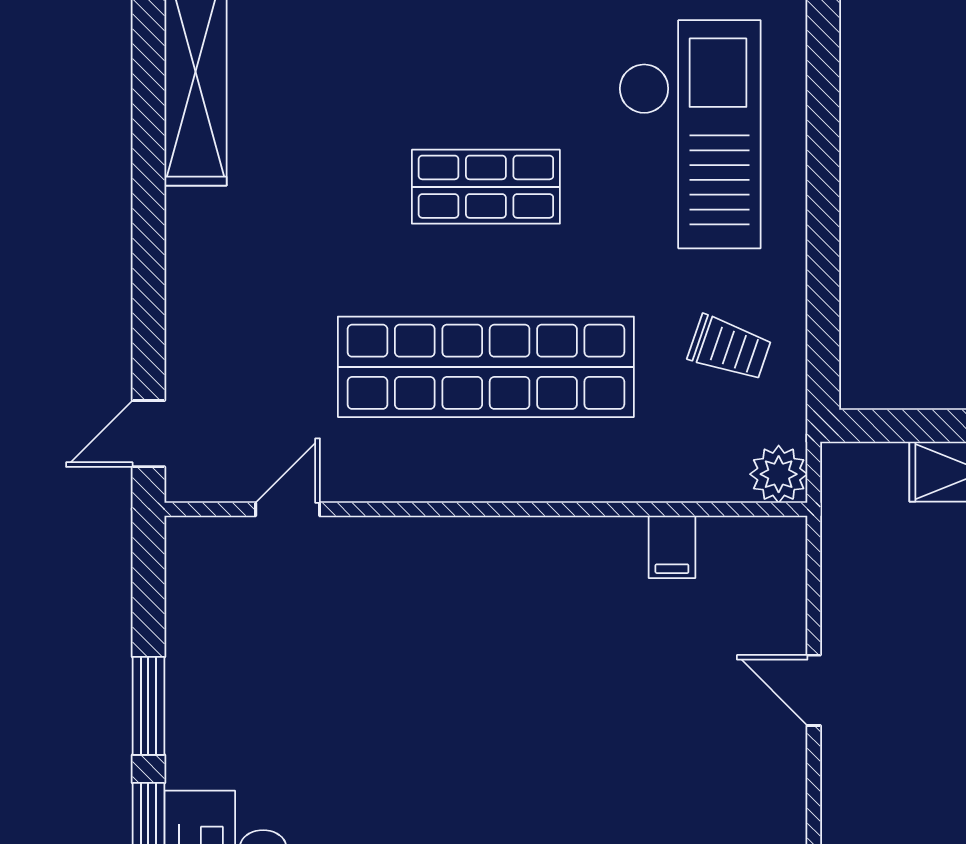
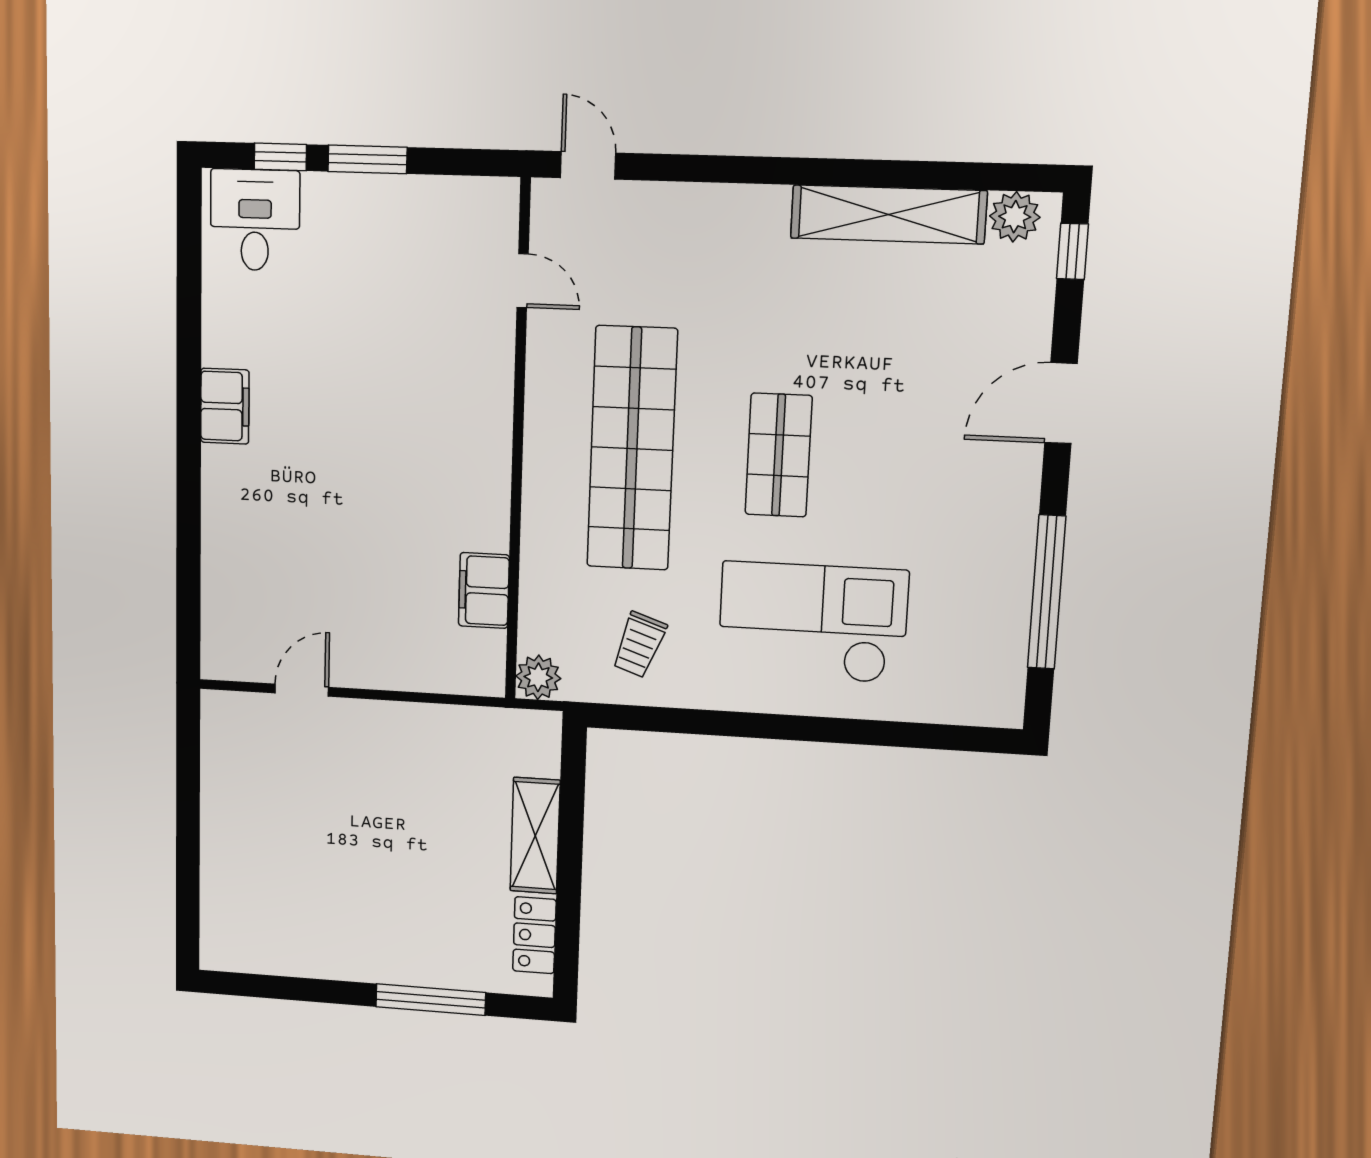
checkout: (690, 134) -> (813, 622), turned 180
filing cabinet: (672, 547) -> (484, 590), width x2.00
door: (814, 690) -> (302, 690), moved

